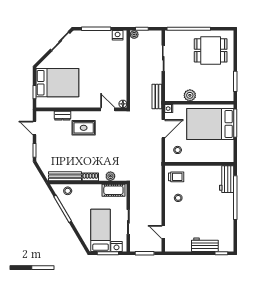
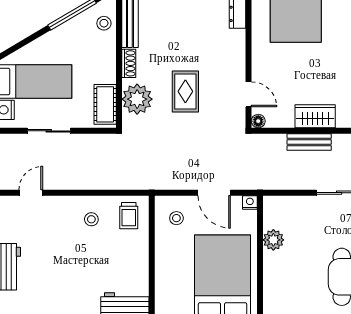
wardrobe: (120, 72) -> (315, 116), added
bench: (157, 97) -> (309, 142), moved
door: (108, 109) -> (248, 94), hinge flipped
rug: (84, 128) -> (185, 91), moved
plant: (110, 176) -> (137, 99), width x1.87, depth x1.87

